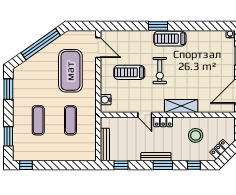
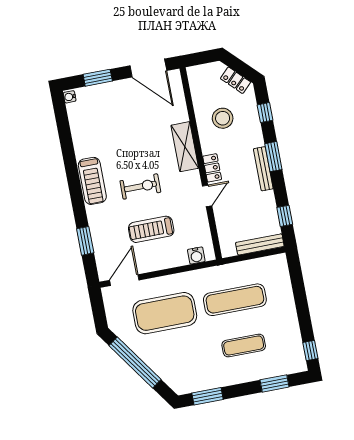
window: (158, 26) -> (85, 241), moved
treadmill: (129, 72) -> (151, 229), turned 90
exercise mat: (70, 120) -> (235, 300), width x1.36, depth x1.45

